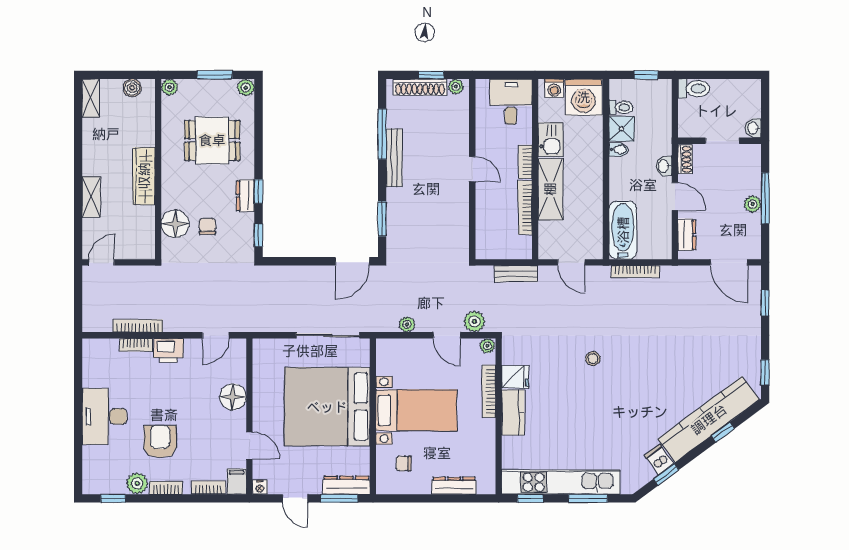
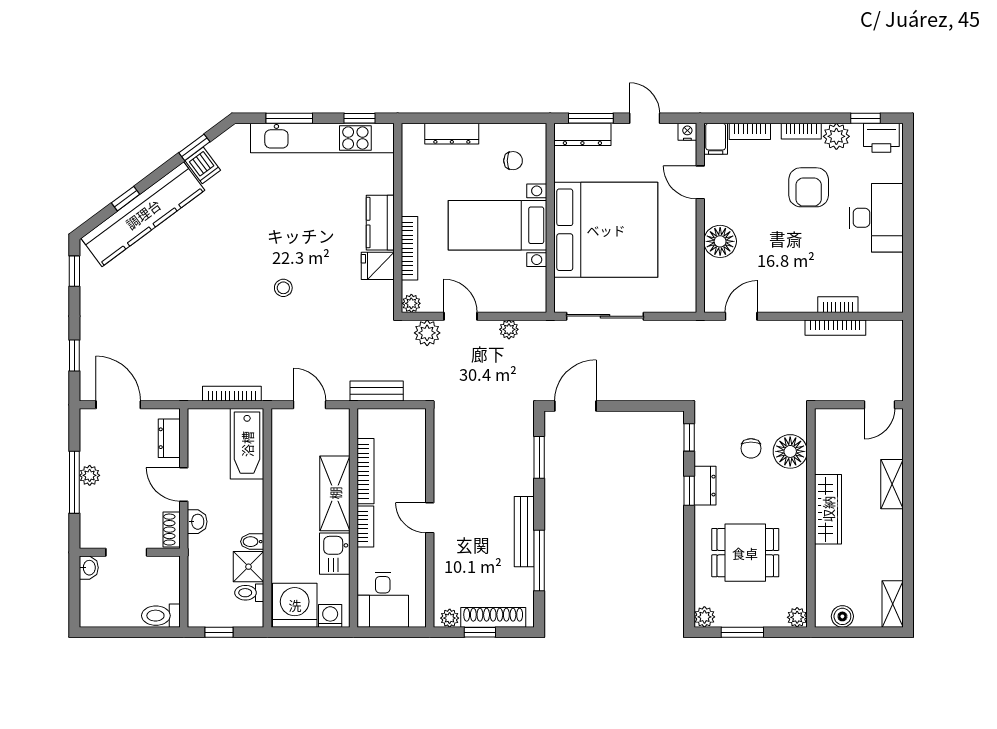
printer: (168, 350) -> (881, 138), moved, turned 180

